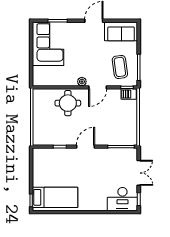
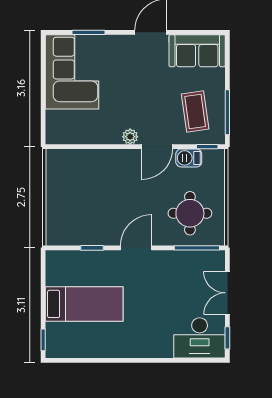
barbecue: (129, 94) -> (189, 158), moved
round table: (68, 103) -> (190, 213), moved
double door: (139, 173) -> (227, 293), swing flipped
bed: (55, 197) -> (84, 304), moved

